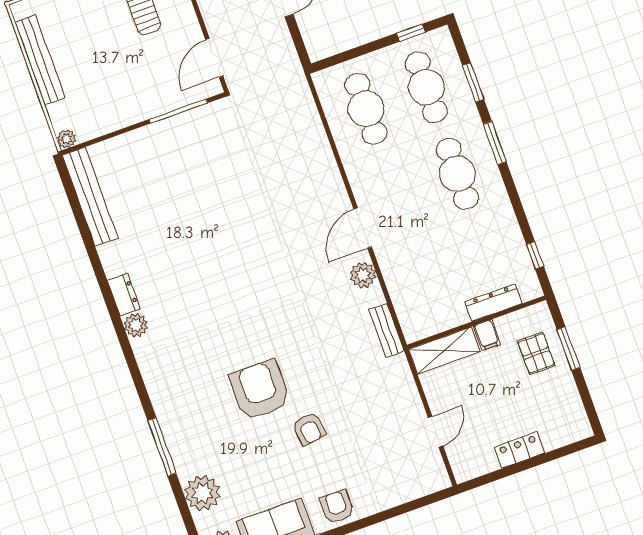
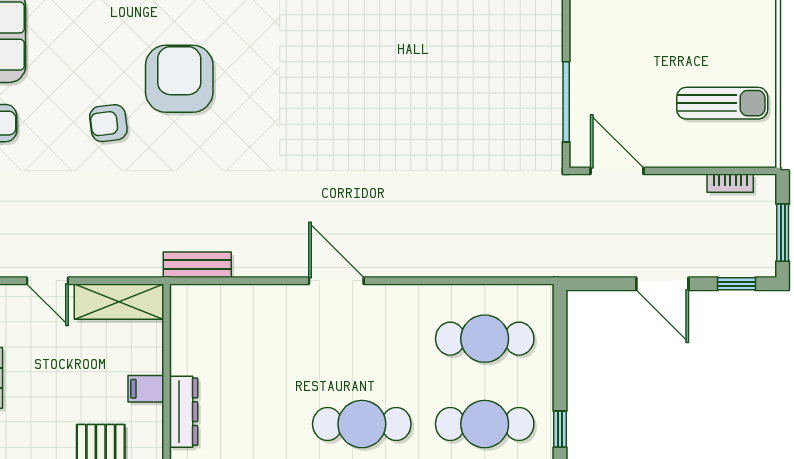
plant: (363, 275) -> (277, 260), removed
shelving: (444, 350) -> (119, 302), moved, turned 90
armchair: (260, 390) -> (179, 79), turned -90

